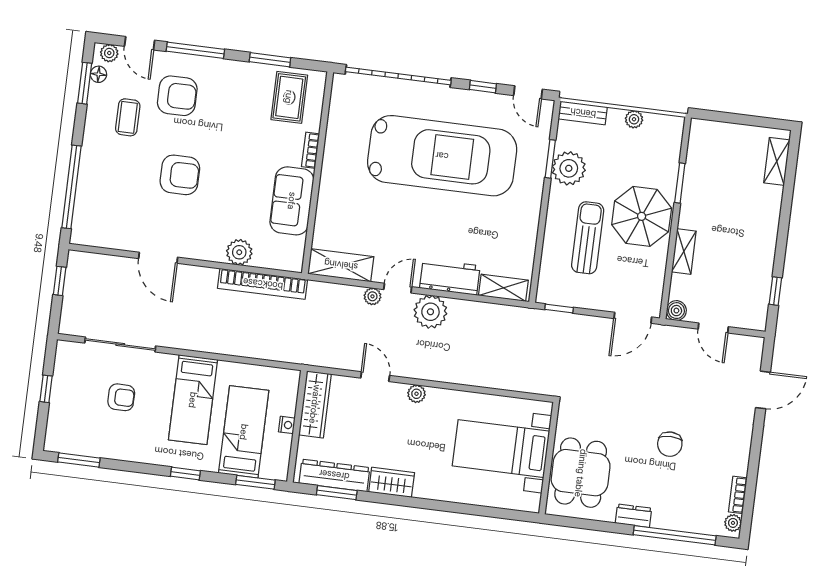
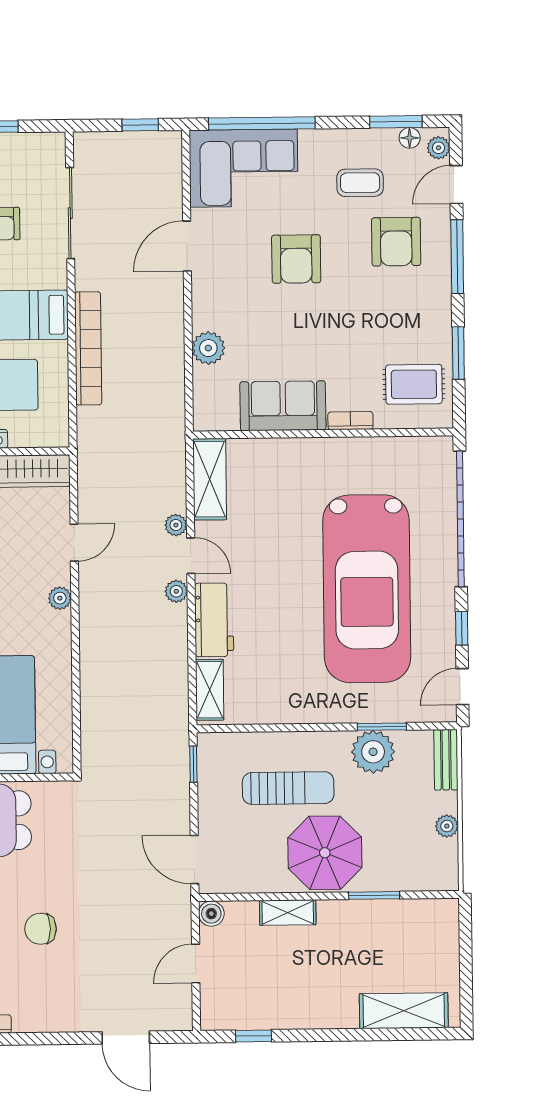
shelving: (777, 161) -> (404, 1011), width x1.50, depth x1.33
corner sofa: (104, 206) -> (244, 168), added
bookcase: (263, 284) -> (88, 348), moved, turned 180
plant: (430, 312) -> (176, 591), width x0.53, depth x0.53

